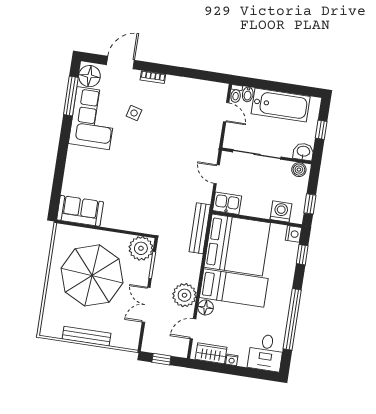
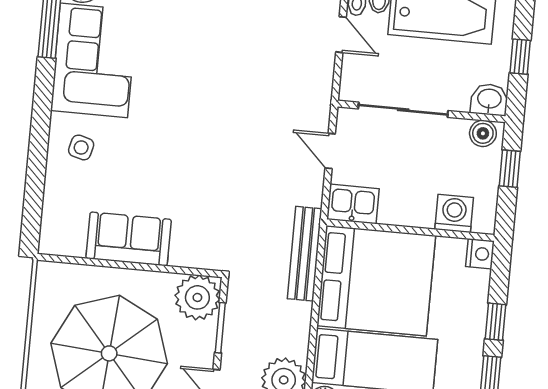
side table: (134, 113) -> (81, 147), moved
window: (310, 204) -> (510, 169), moved
sofa: (80, 211) -> (129, 239), moved
window: (302, 255) -> (496, 322), moved

